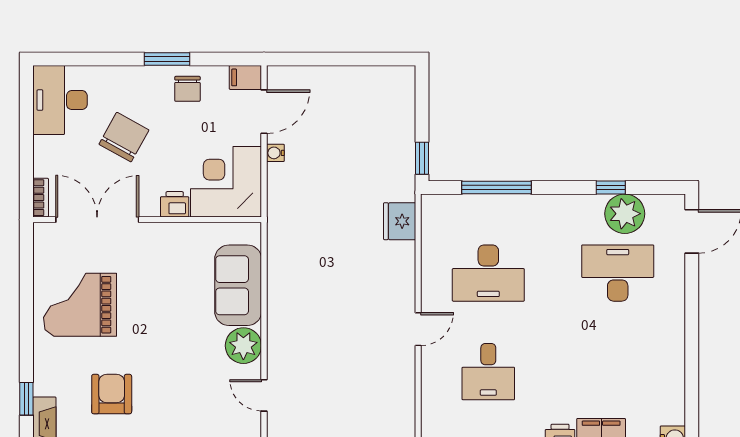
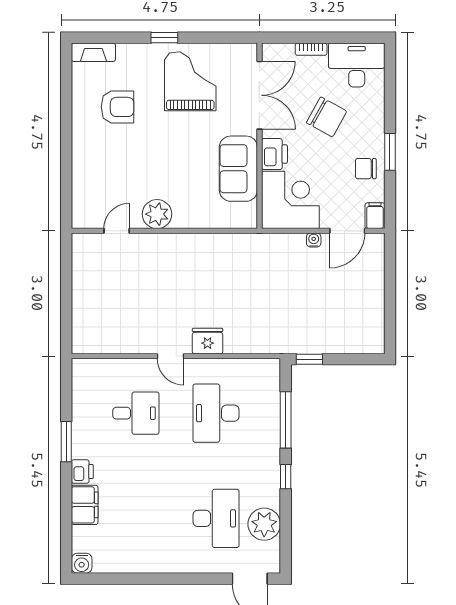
door: (264, 112) -> (347, 231), hinge flipped
window: (611, 187) -> (286, 477), moved
bookcase: (41, 198) -> (311, 49), moved
printer: (175, 204) -> (274, 154), width x1.36, depth x1.24
fridge: (400, 221) -> (208, 341), moved
sofa: (238, 285) -> (238, 169), moved, turned -90
desk: (488, 372) -> (136, 413), turned 180
window: (26, 399) -> (164, 38), moved

